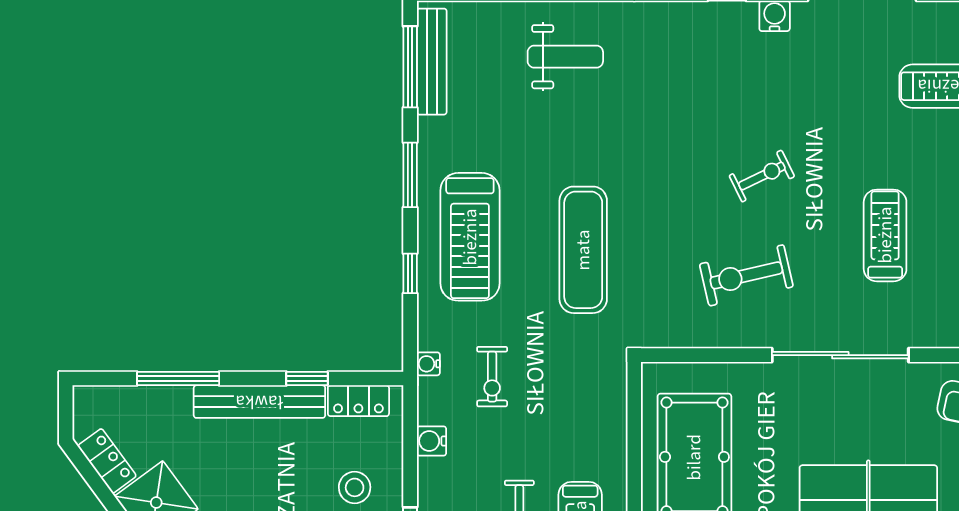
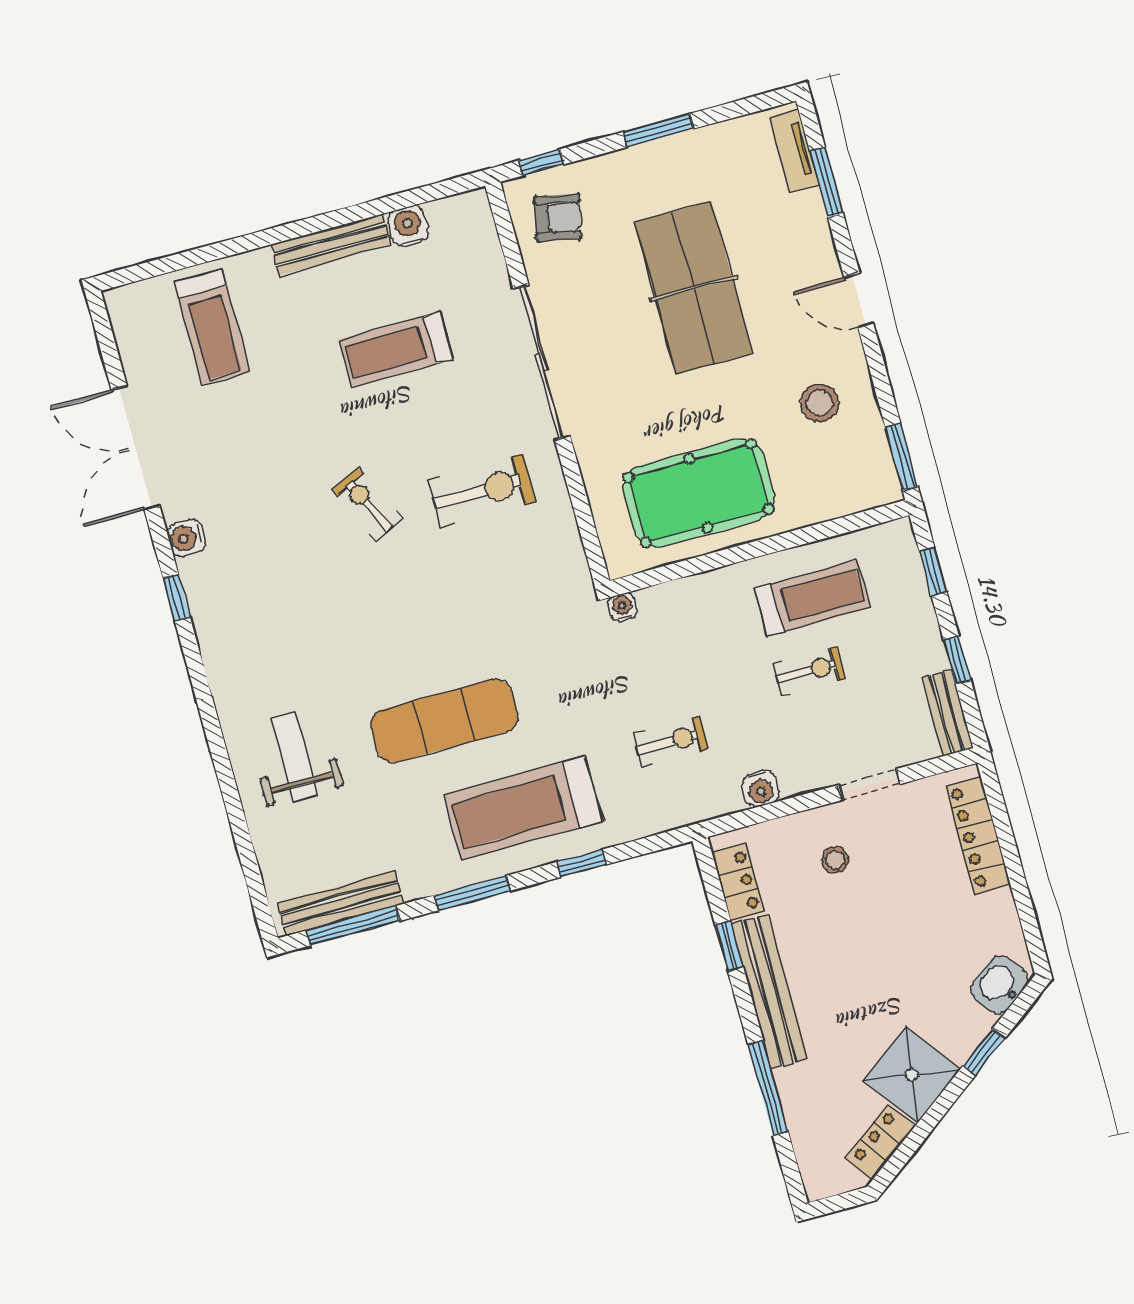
treadmill: (470, 237) -> (523, 808), turned 180
exercise mat: (583, 250) -> (444, 721), moved
exercise bike: (746, 275) -> (482, 491), turned -77
water cooler: (428, 364) -> (623, 607), moved, turned 180
stool: (355, 487) -> (835, 860), width x0.73, depth x0.73

